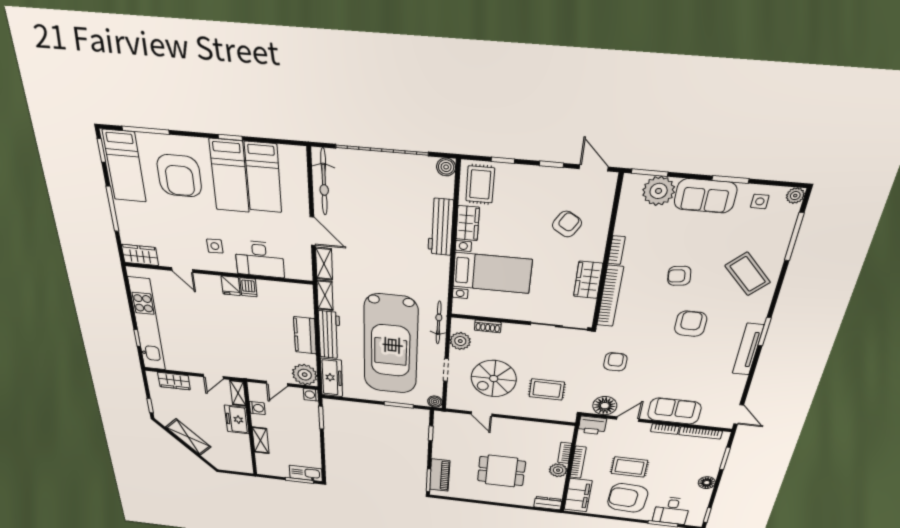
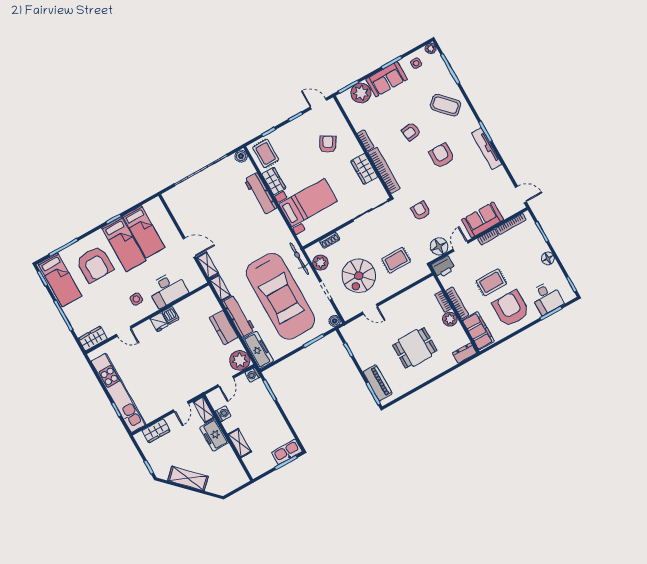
bicycle: (324, 182) -> (179, 211), removed
armchair: (628, 498) -> (511, 309), turned 87

